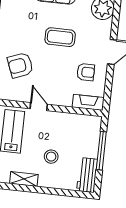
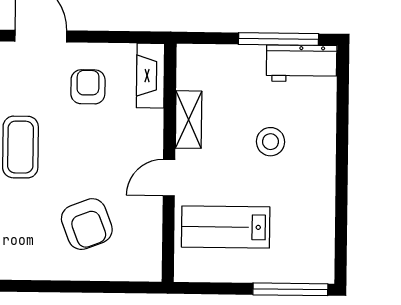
window: (101, 151) -> (278, 39), moved
shelving: (24, 179) -> (189, 120), moved

